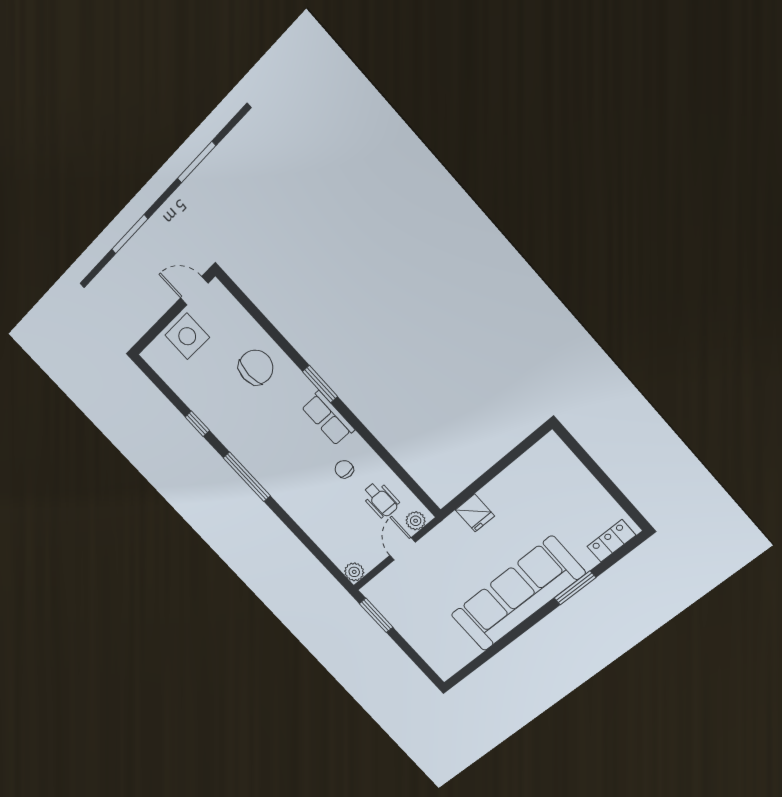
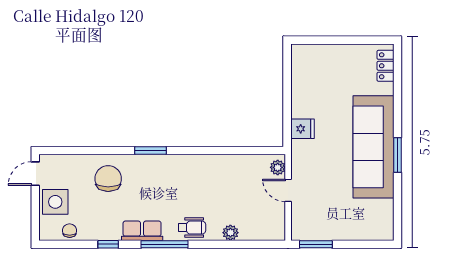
row of seats: (328, 418) -> (142, 231), moved, turned 180
chair: (344, 469) -> (70, 231), moved, turned 90
wheelchair: (381, 500) -> (192, 228), moved
plant: (354, 572) -> (230, 233), moved
window: (575, 588) -> (397, 155), moved

